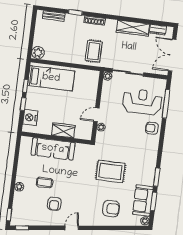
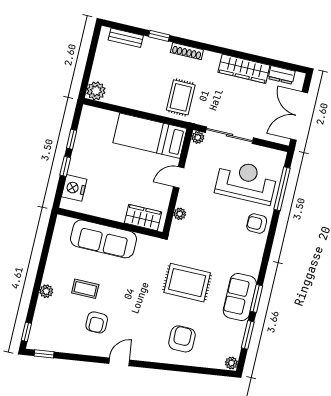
bed: (51, 78) -> (150, 136), moved, turned 180
door: (96, 115) -> (179, 177), moved
wardrobe: (63, 130) -> (143, 217), moved
sofa: (143, 201) -> (240, 297), moved
armchair: (111, 209) -> (182, 339), turned -90

